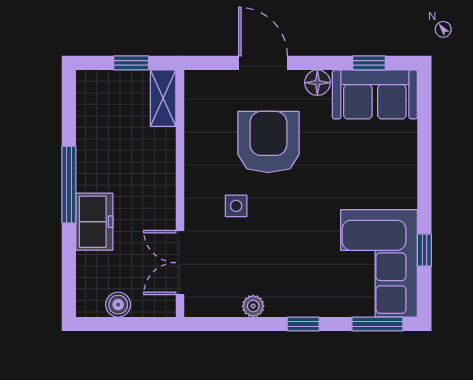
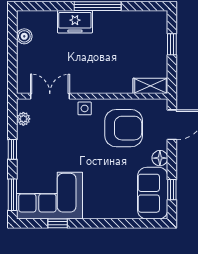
shelving: (163, 98) -> (150, 86), moved
wall: (180, 193) -> (92, 96), moved
double door: (180, 263) -> (50, 96), moved

